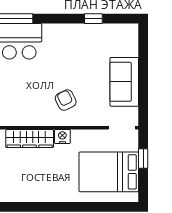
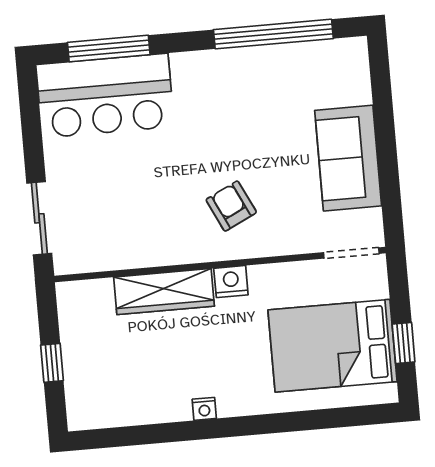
window: (93, 19) -> (273, 34), width x3.17
window: (143, 159) -> (404, 343), moved
nightstand: (44, 197) -> (204, 409), added

